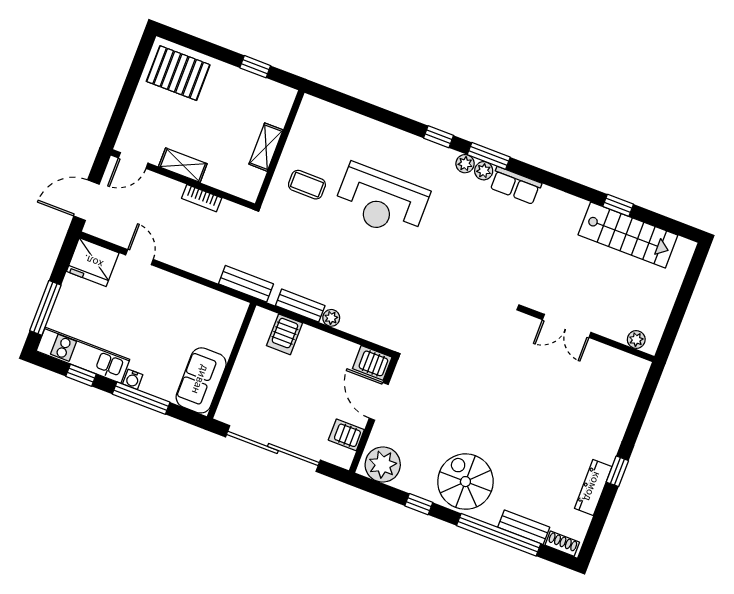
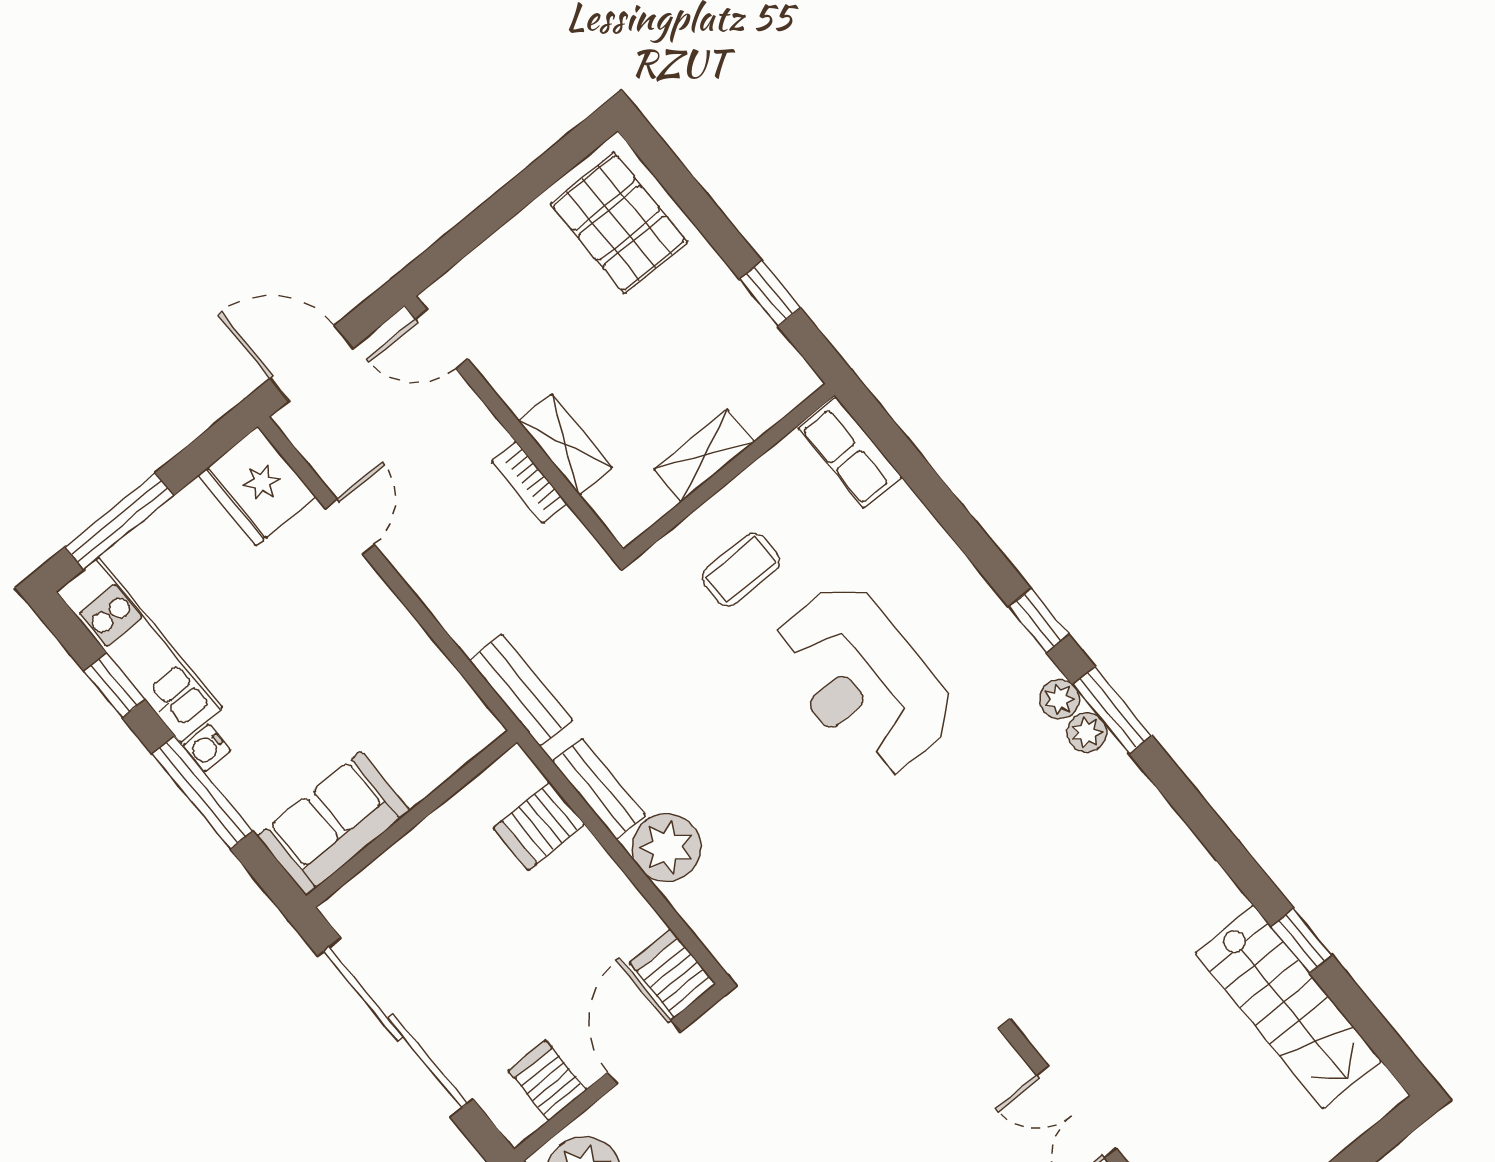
shelving: (183, 165) -> (565, 444), moved
coffee table: (307, 185) -> (741, 570), turned 90
row of seats: (515, 186) -> (850, 453), moved
plant: (331, 318) -> (666, 847), width x1.88, depth x1.88

